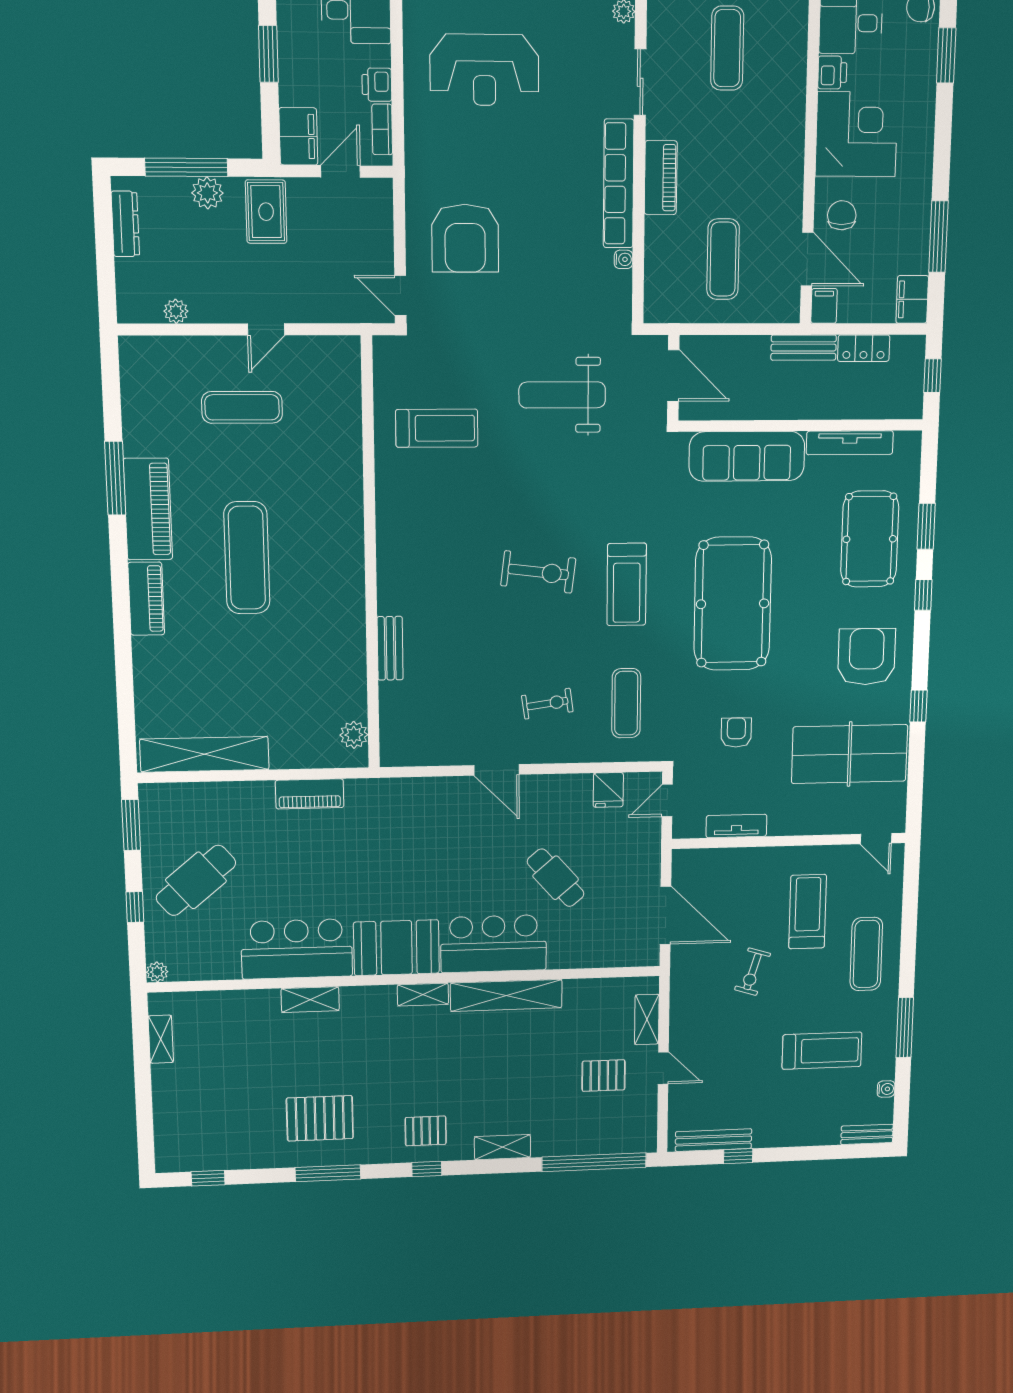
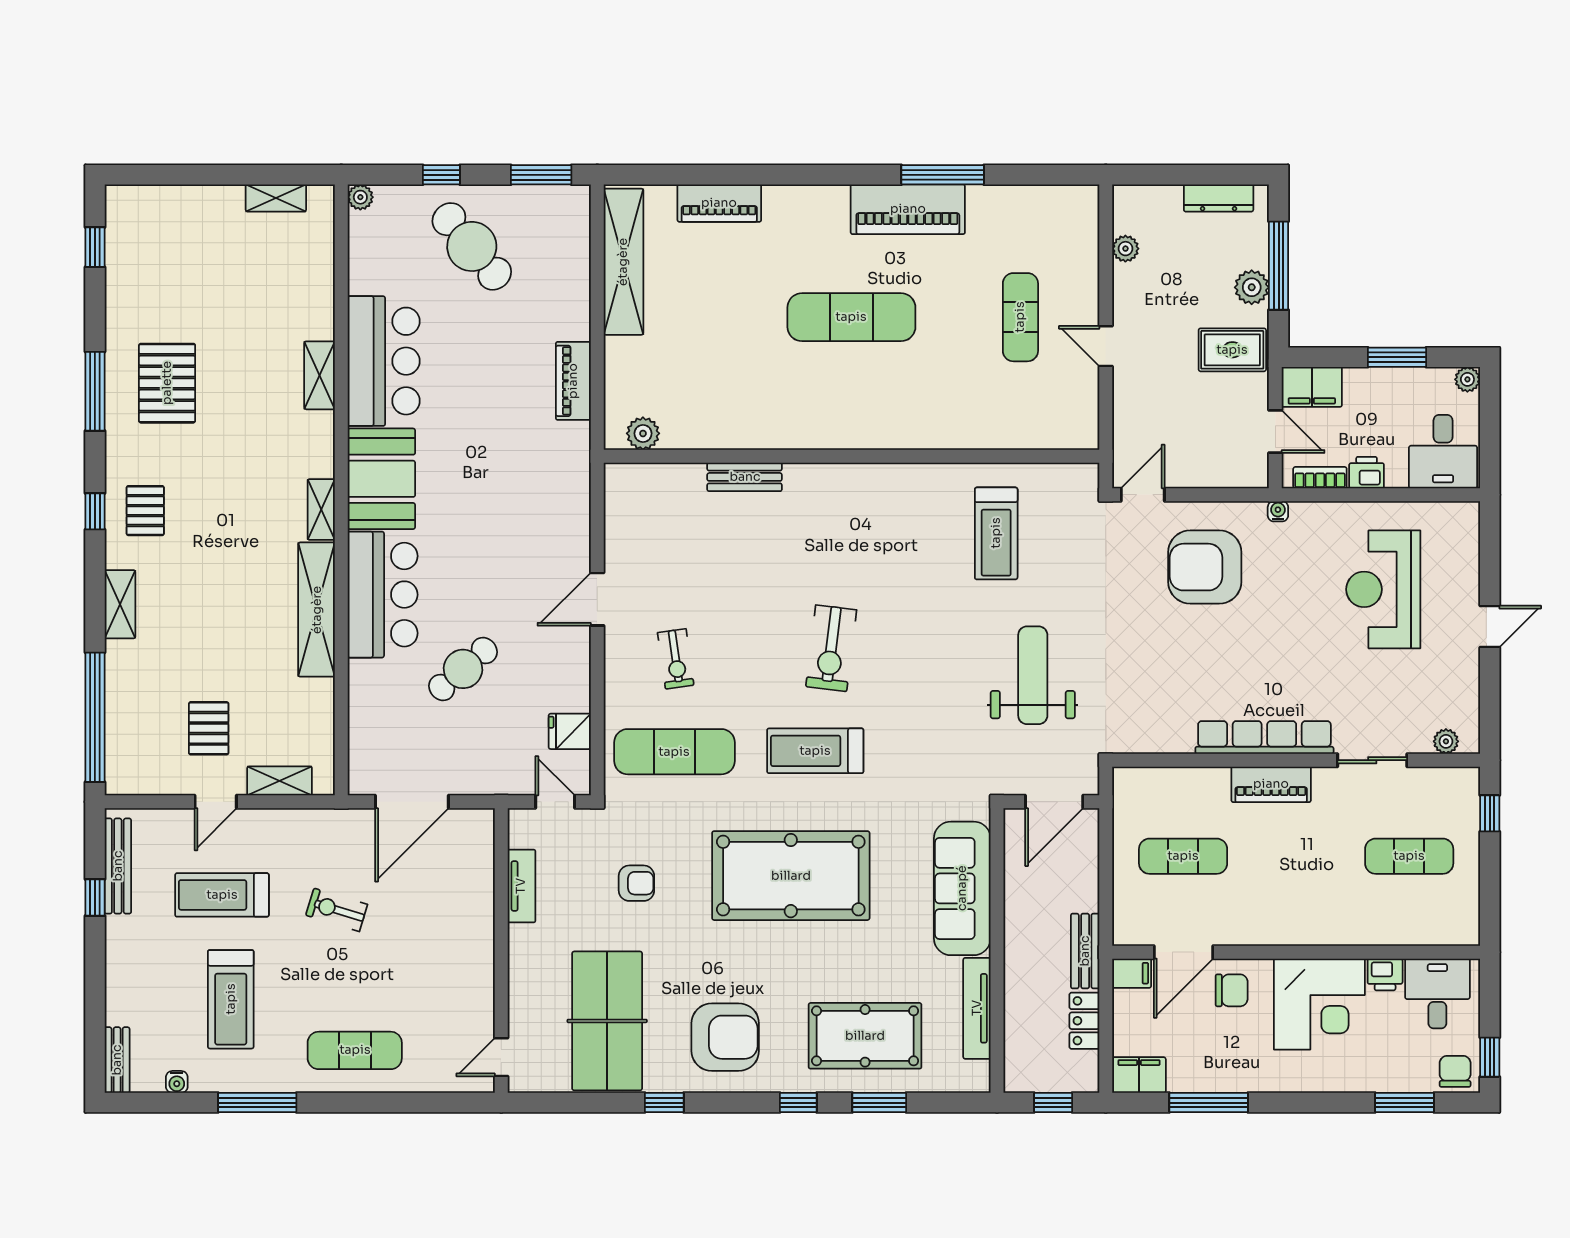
water cooler: (623, 259) -> (1278, 511), moved, turned 180
piano: (146, 599) -> (719, 203), moved
exercise mat: (626, 703) -> (674, 752), width x1.36, depth x1.45
treadmill: (808, 912) -> (222, 895), moved, turned 180

